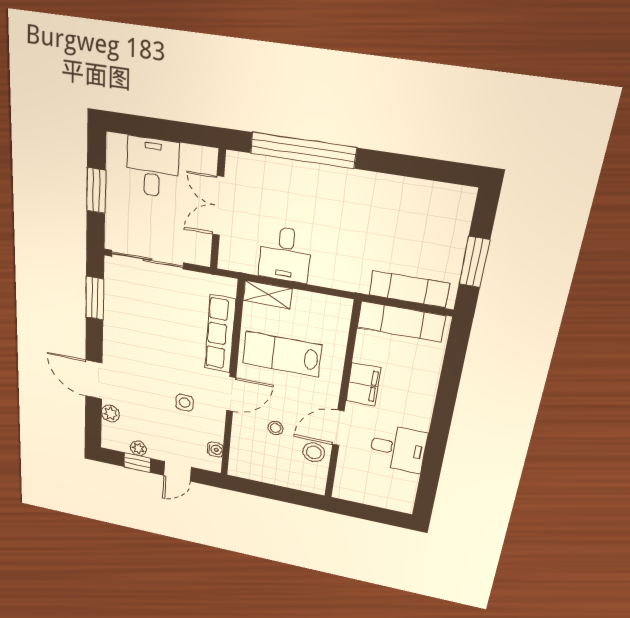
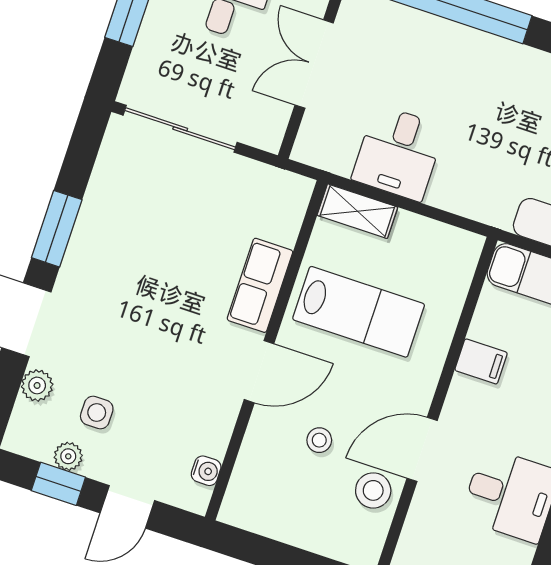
window: (95, 298) -> (57, 229), moved
row of seats: (220, 334) -> (260, 285), width x0.68
lab bench: (282, 354) -> (359, 312), turned 180
filing cabinet: (363, 384) -> (481, 361), width x0.50
side table: (185, 403) -> (97, 412), moved

